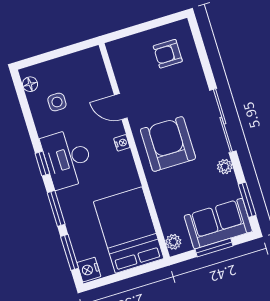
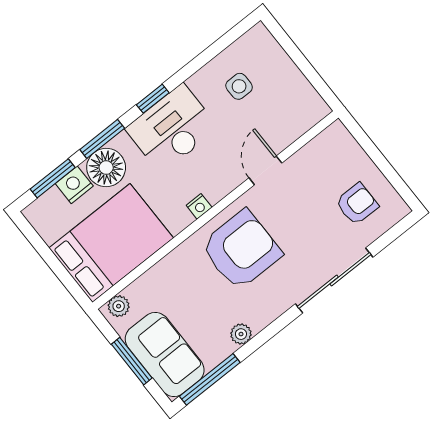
armchair: (168, 54) -> (357, 204), turned 90
floor lamp: (30, 84) -> (106, 168), moved, width x1.89, depth x1.89
sliding door: (223, 121) -> (334, 281), moved
nightstand: (122, 143) -> (199, 206), moved
window: (247, 200) -> (210, 379), width x1.44
nightstand: (89, 270) -> (74, 185), moved

